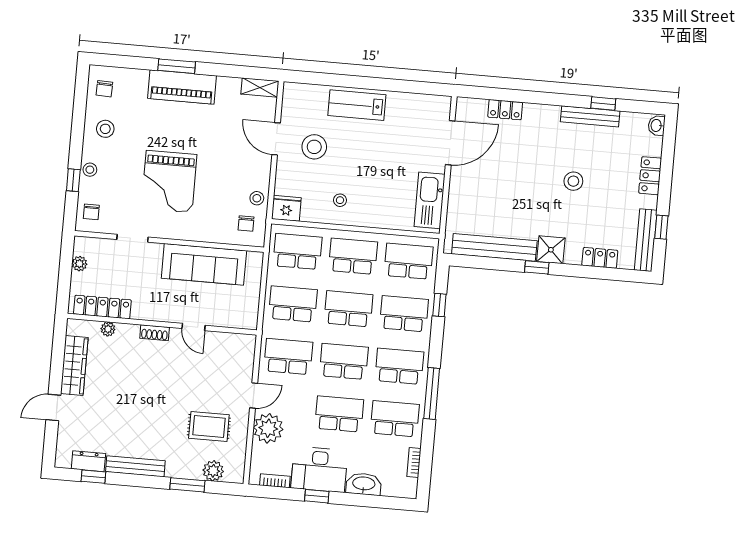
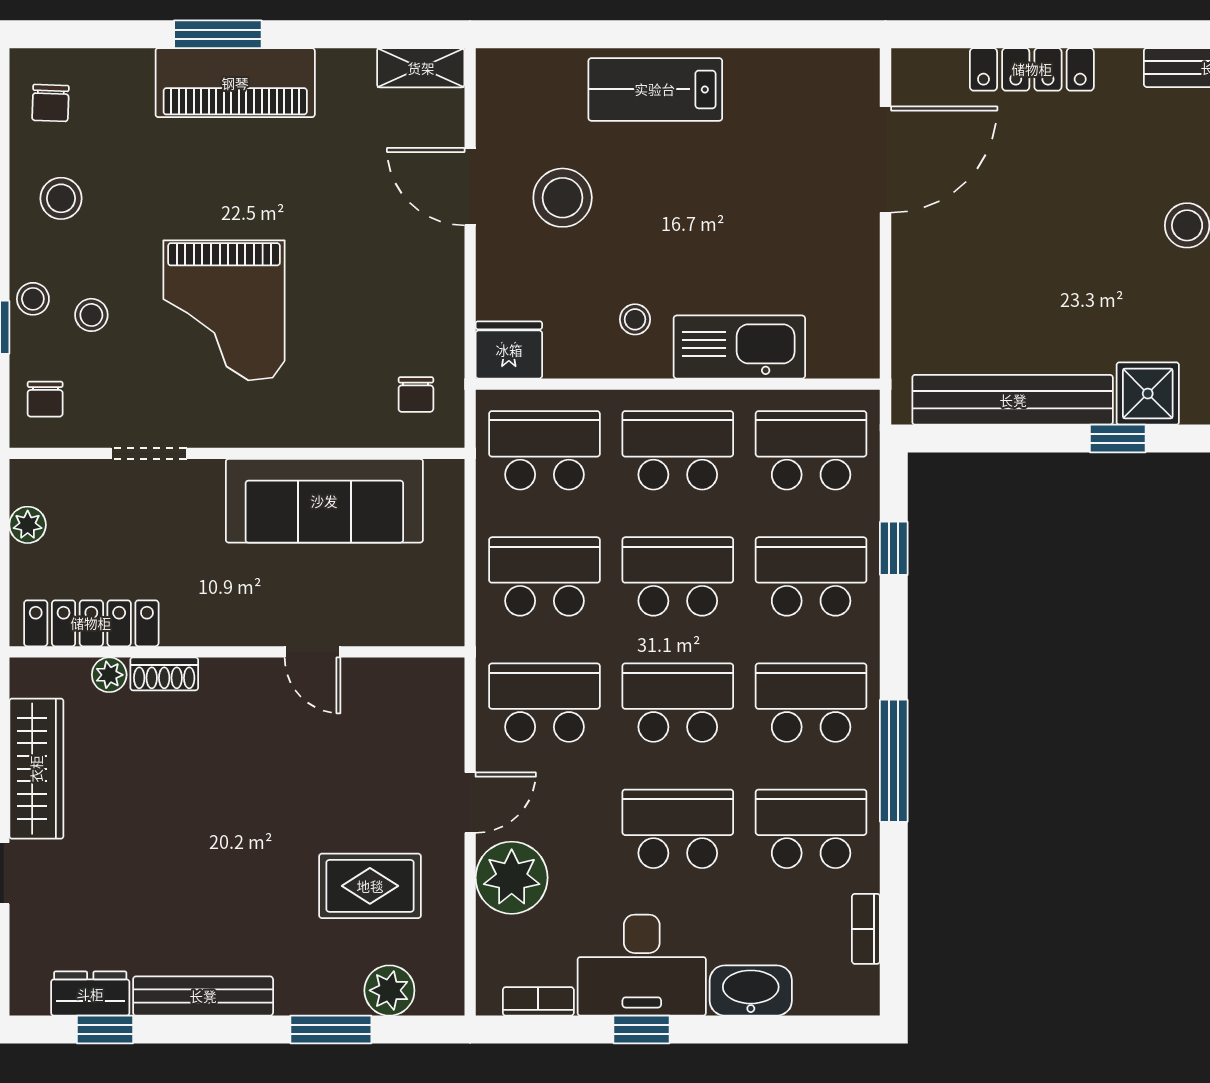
locker: (505, 110) -> (1032, 69), width x1.53
stool: (257, 198) -> (91, 315), moved
kitchen sink: (430, 200) -> (739, 347), moved, turned 90
shoe rack: (155, 333) -> (164, 674), moved

